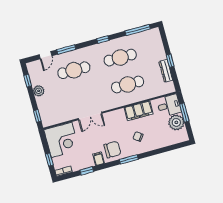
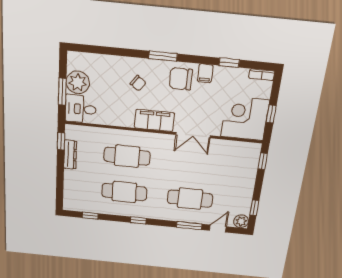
window: (138, 30) -> (90, 216), width x0.46
window: (170, 61) -> (61, 141), moved
plant: (39, 91) -> (241, 221), moved
filing cabinet: (139, 111) -> (154, 120), moved
double door: (90, 116) -> (193, 135), swing flipped
window: (49, 160) -> (271, 114), moved

